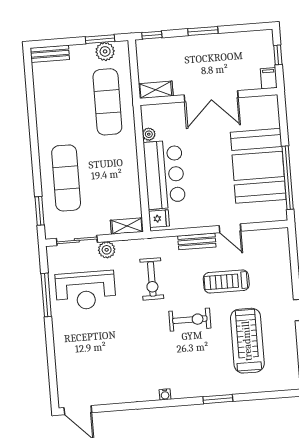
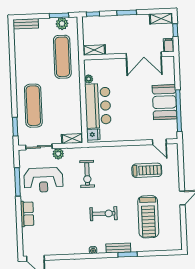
shelving: (256, 38) -> (161, 18), added
double door: (211, 96) -> (144, 55), moved
booth: (258, 166) -> (164, 102), width x0.73, depth x0.70
door: (230, 228) -> (159, 142), moved
bench: (197, 241) -> (118, 248), moved
treadmill: (226, 281) -> (147, 170), moved, turned 180
exercise bike: (190, 320) -> (104, 214), moved
treadmill: (247, 341) -> (148, 217), turned 180
row of seats: (63, 343) -> (27, 214), added

